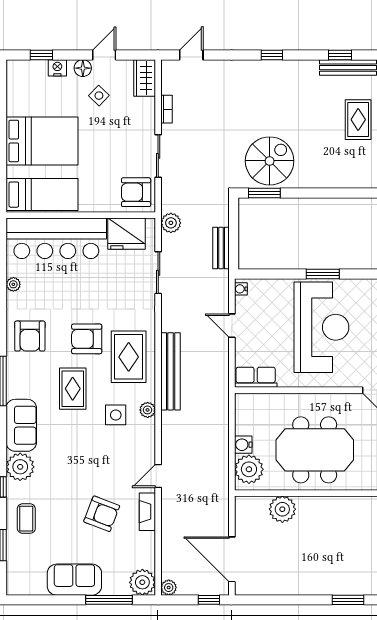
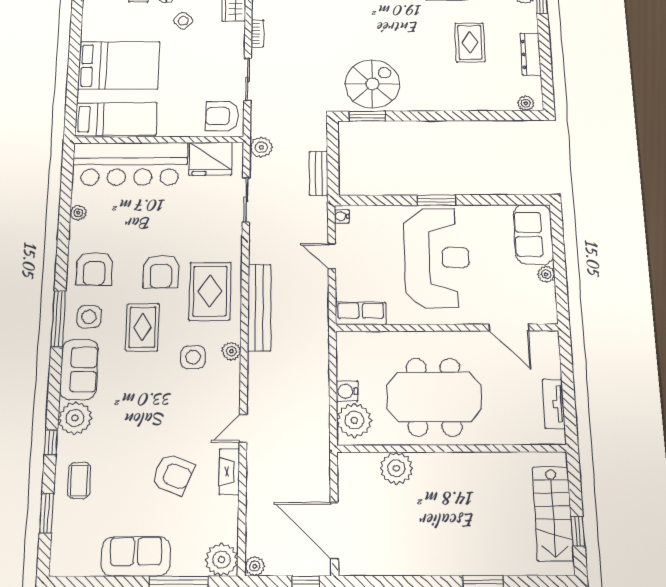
armchair: (87, 339) -> (161, 272), turned -90
side table: (27, 379) -> (89, 317), added

